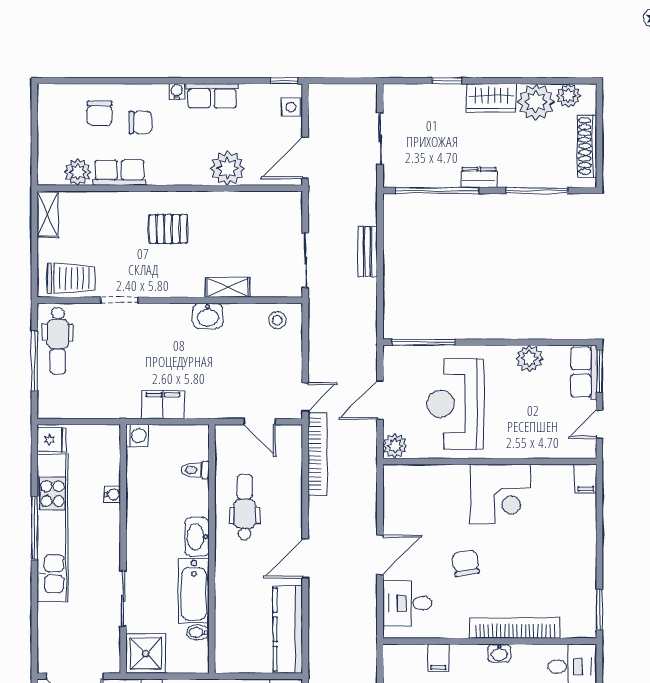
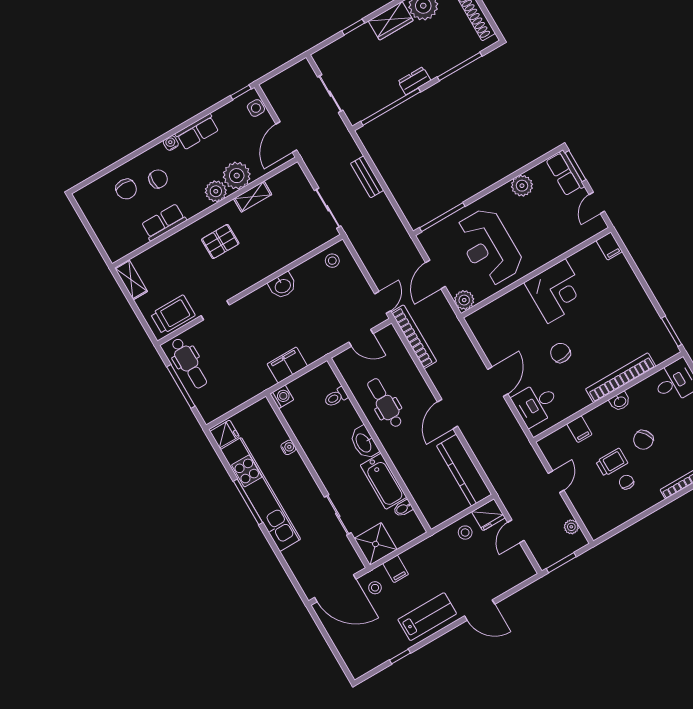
plant: (78, 172) -> (216, 191), moved
shelving: (228, 288) -> (253, 197), moved

